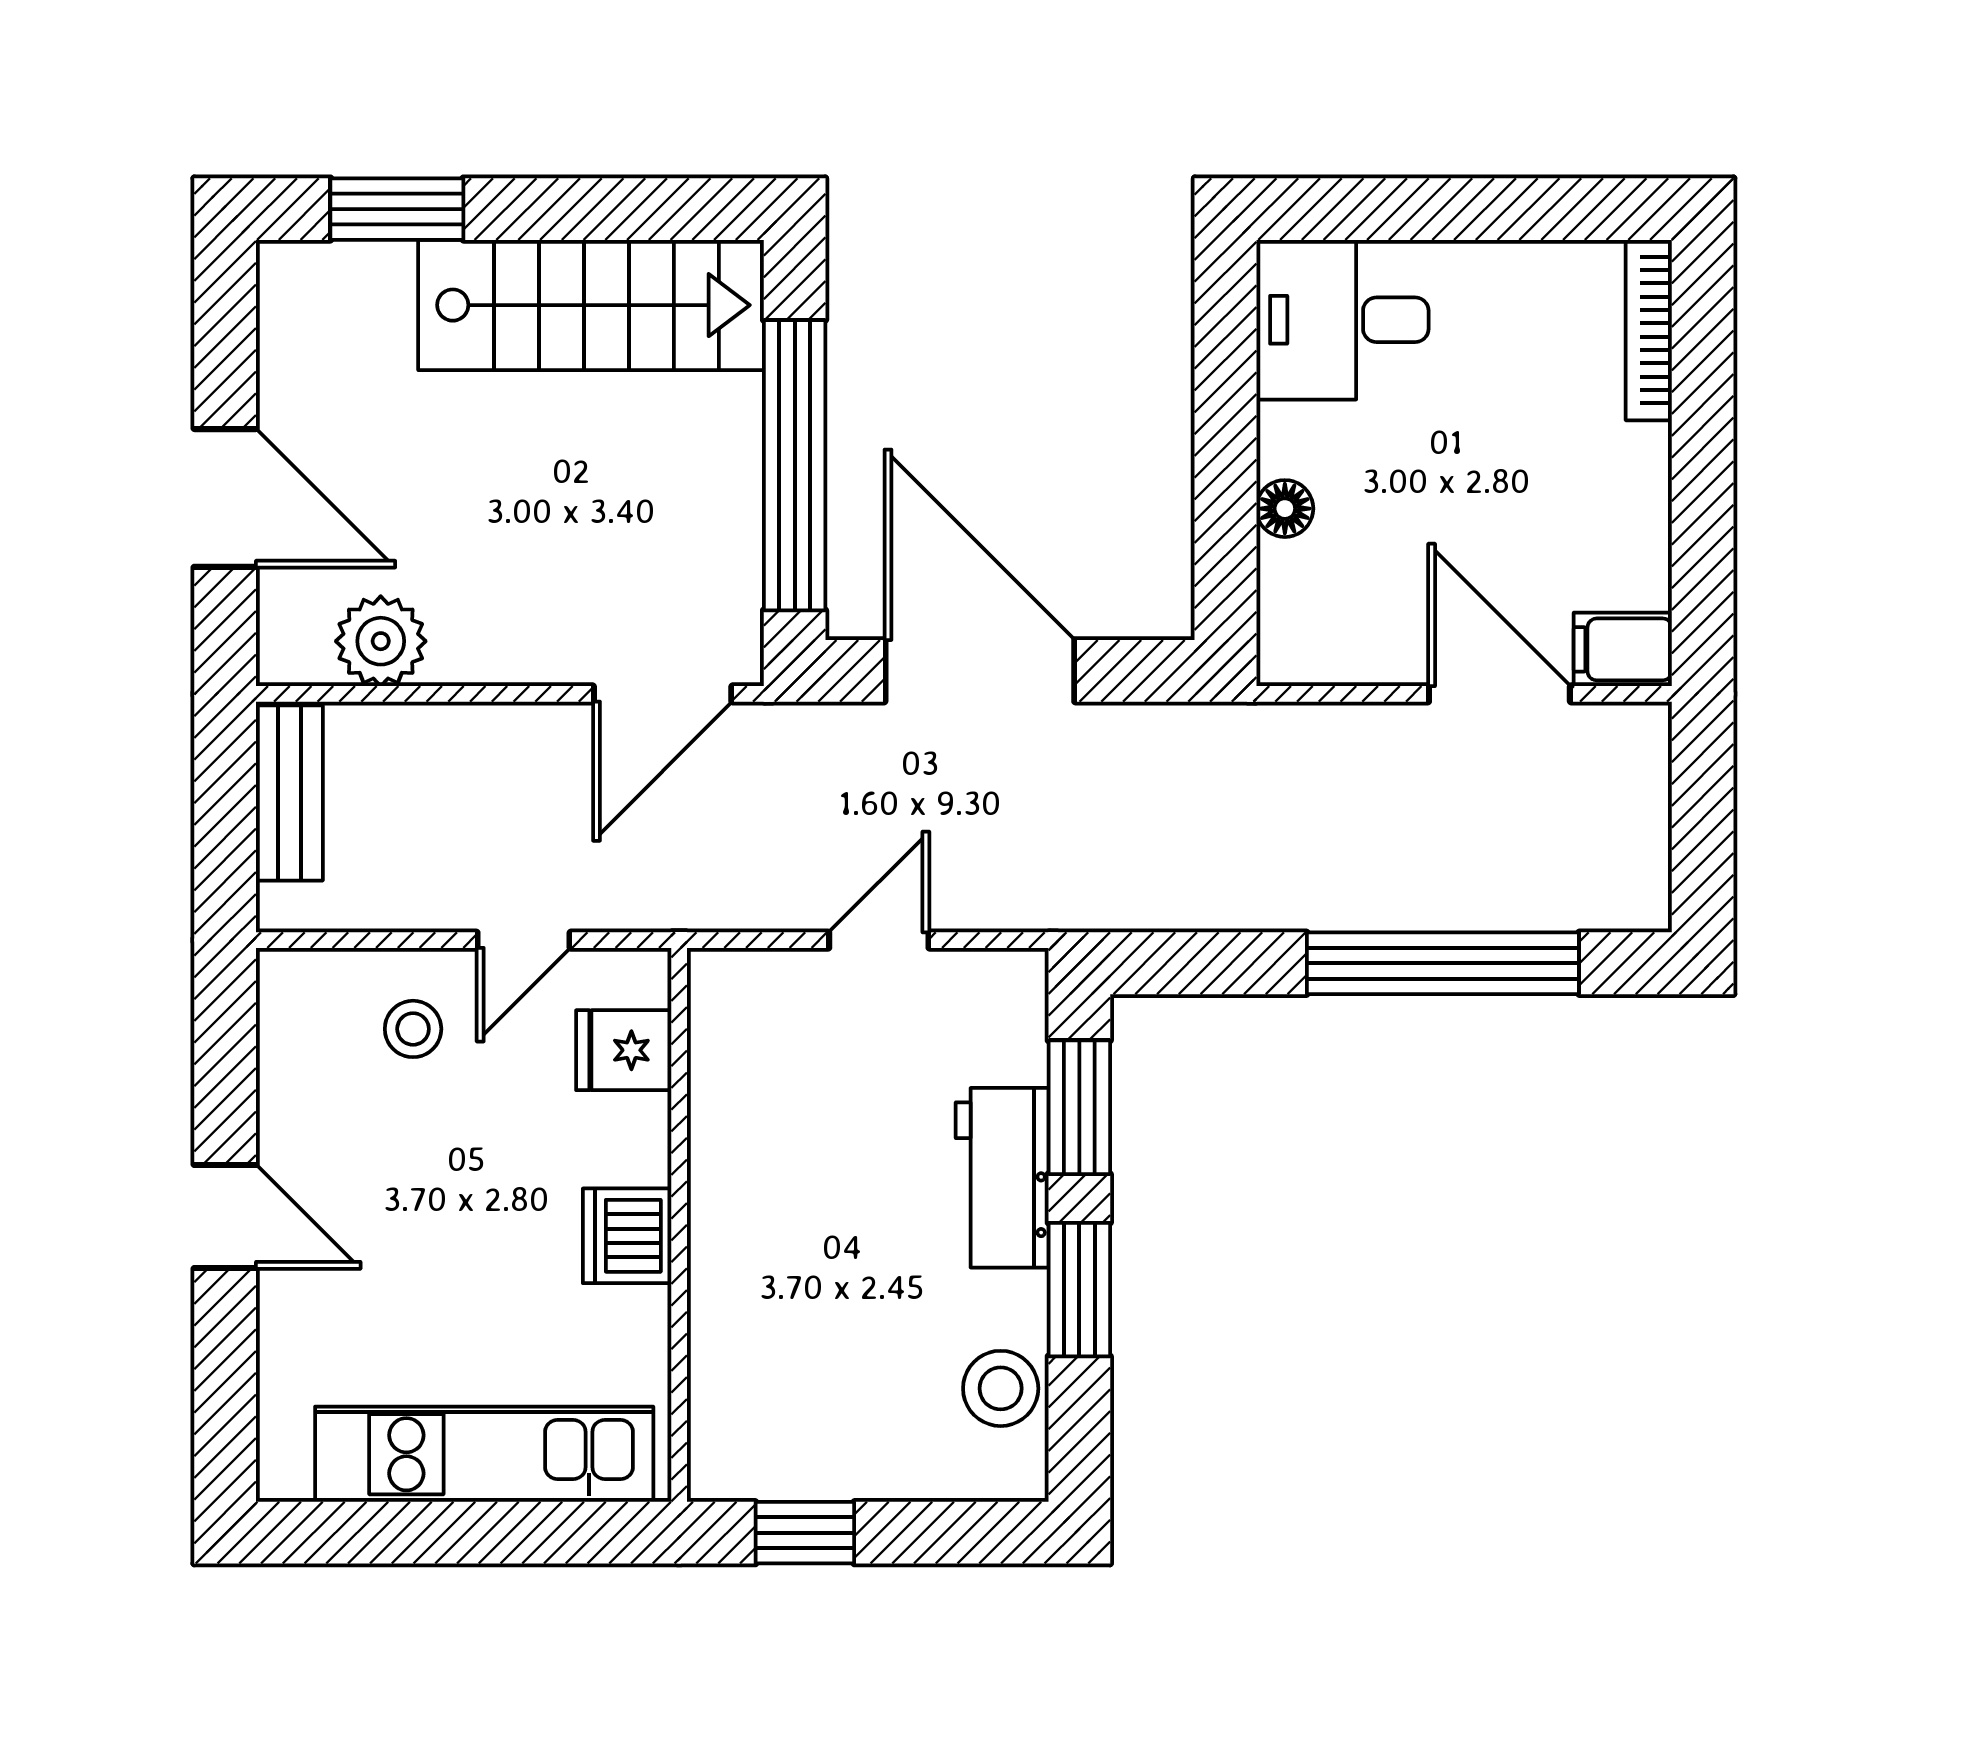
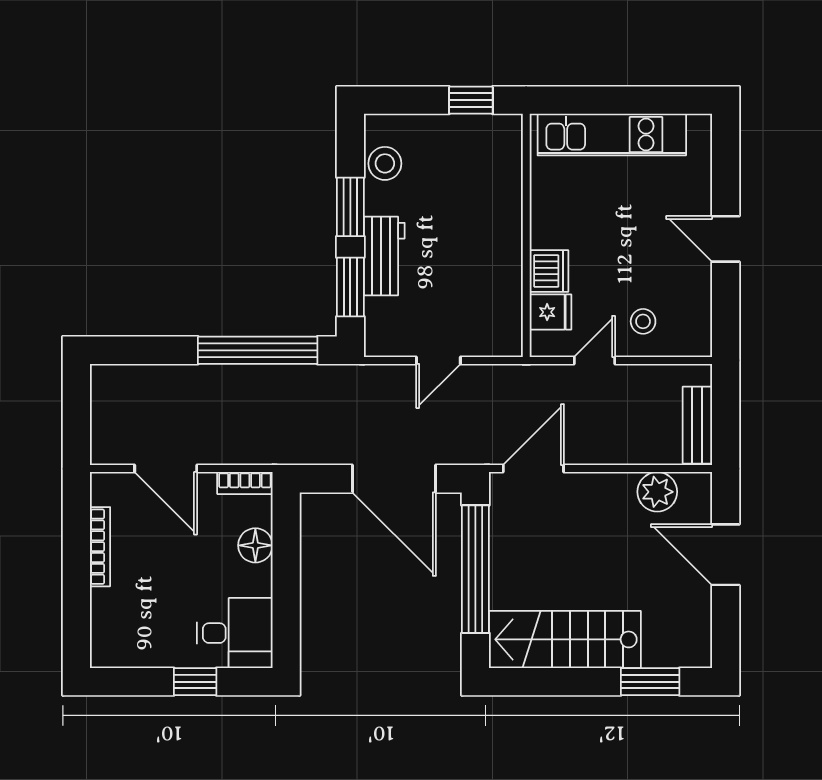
window: (1433, 209) -> (195, 682), added
bookcase: (1649, 330) -> (100, 547), moved
floor lamp: (1285, 509) -> (255, 545), width x1.37, depth x1.37
filing cabinet: (1623, 649) -> (112, 488), removed
bookcase: (1319, 661) -> (245, 483), added
window: (1443, 963) -> (258, 350), moved
dishwasher: (627, 1236) -> (549, 271), moved

